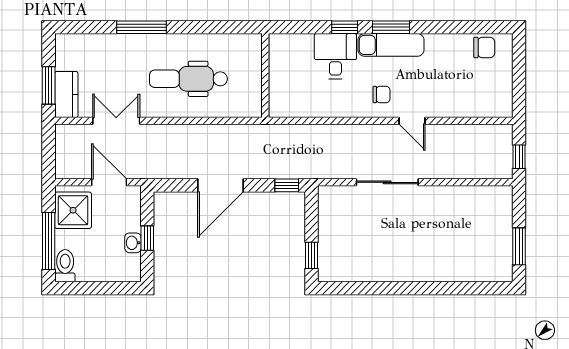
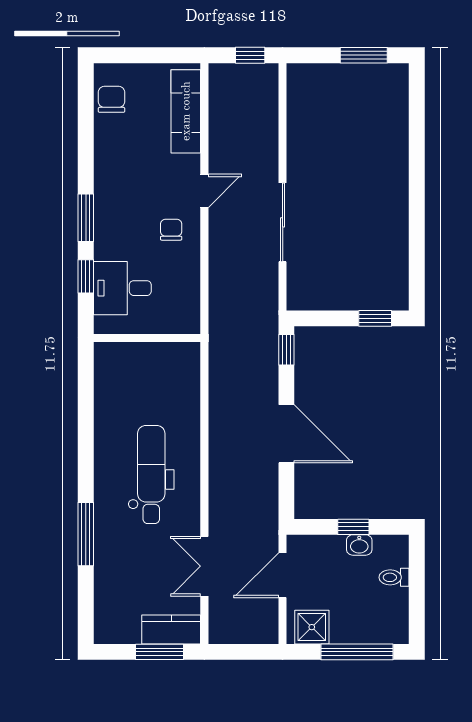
exam couch: (391, 45) -> (186, 111), moved, turned 180
wall: (265, 76) -> (147, 338), moved
dental chair: (188, 79) -> (151, 475), turned 180
shower: (73, 210) -> (312, 627), width x0.73, depth x0.73
toilet: (65, 266) -> (394, 577), moved, width x0.73, depth x0.72

